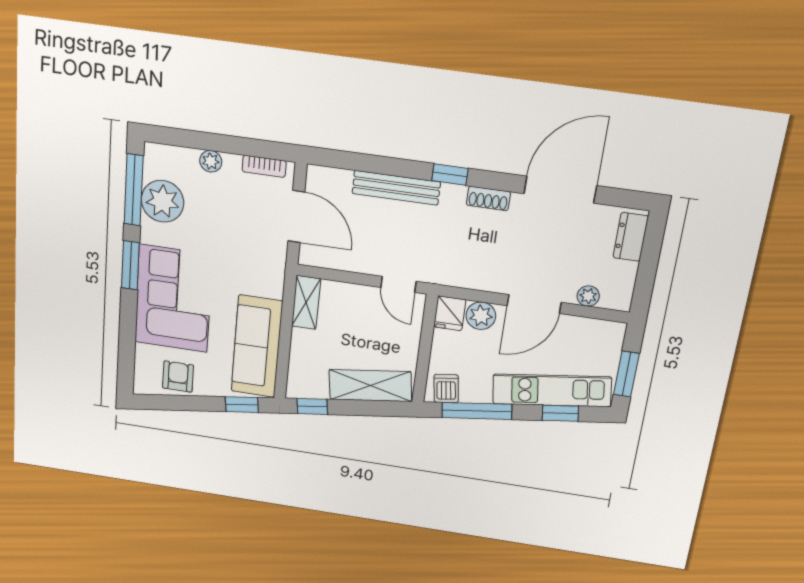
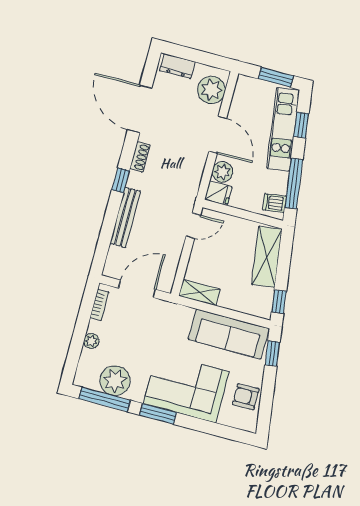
plant: (588, 296) -> (211, 90), width x1.87, depth x1.87

